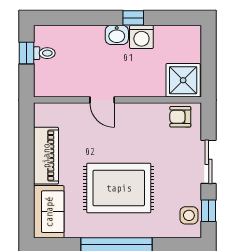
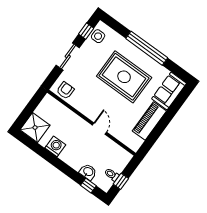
window: (133, 18) -> (88, 186), moved
washbasin: (117, 35) -> (88, 172), moved
shower: (183, 80) -> (35, 128), moved
armchair: (180, 117) -> (65, 90), turned -90

